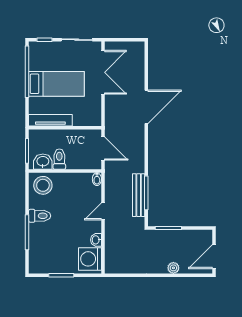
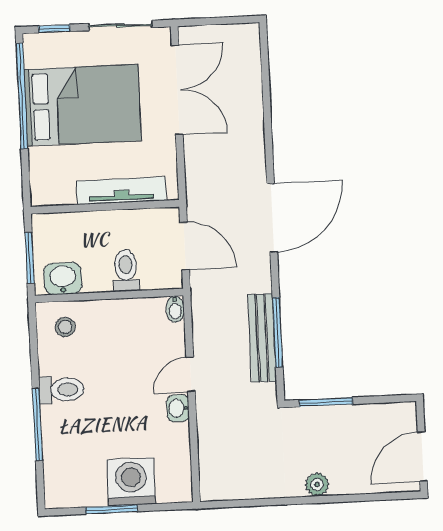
bed: (56, 84) -> (83, 105), width x1.50
door: (146, 107) -> (272, 218), moved
tv unit: (50, 120) -> (121, 191), moved
toilet: (59, 159) -> (126, 270), moved
stool: (43, 185) -> (65, 327), width x0.53, depth x0.53
washbasin: (96, 240) -> (178, 408), moved
washing machine: (90, 259) -> (131, 482), moved, turned 90
plant: (173, 268) -> (317, 484), moved

